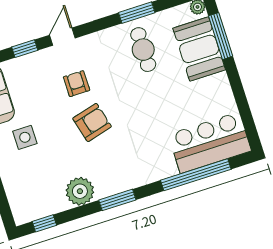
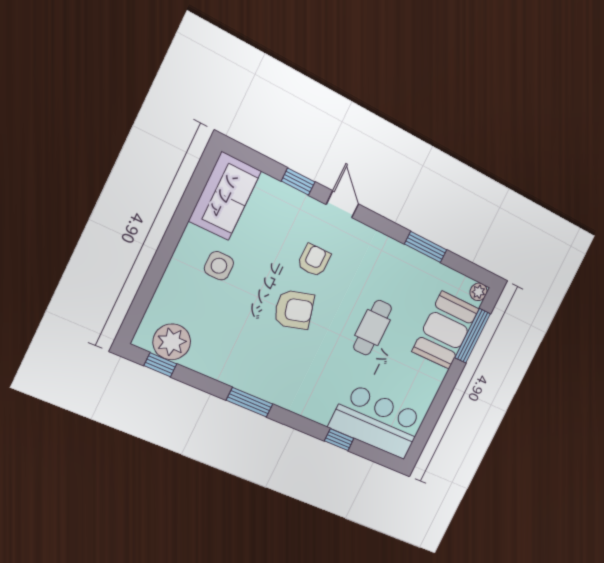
door: (62, 37) -> (342, 204), hinge flipped
cafe table: (143, 50) -> (373, 328), moved
window: (196, 175) -> (339, 440), width x0.32
plant: (80, 191) -> (172, 342), moved

